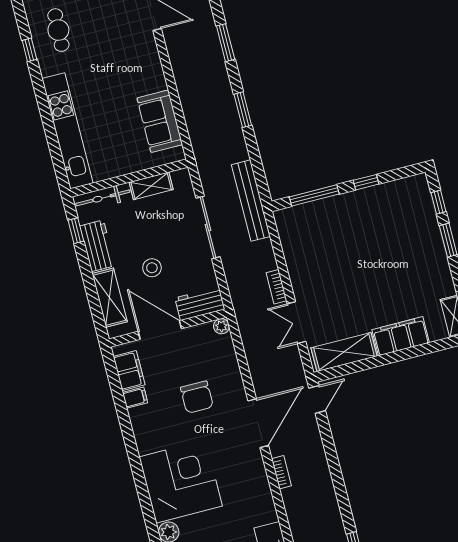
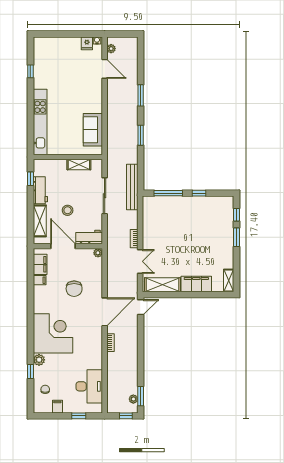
cafe table: (58, 30) -> (49, 65), removed
bicycle: (103, 198) -> (50, 164), removed
double door: (296, 323) -> (140, 261), swing flipped

